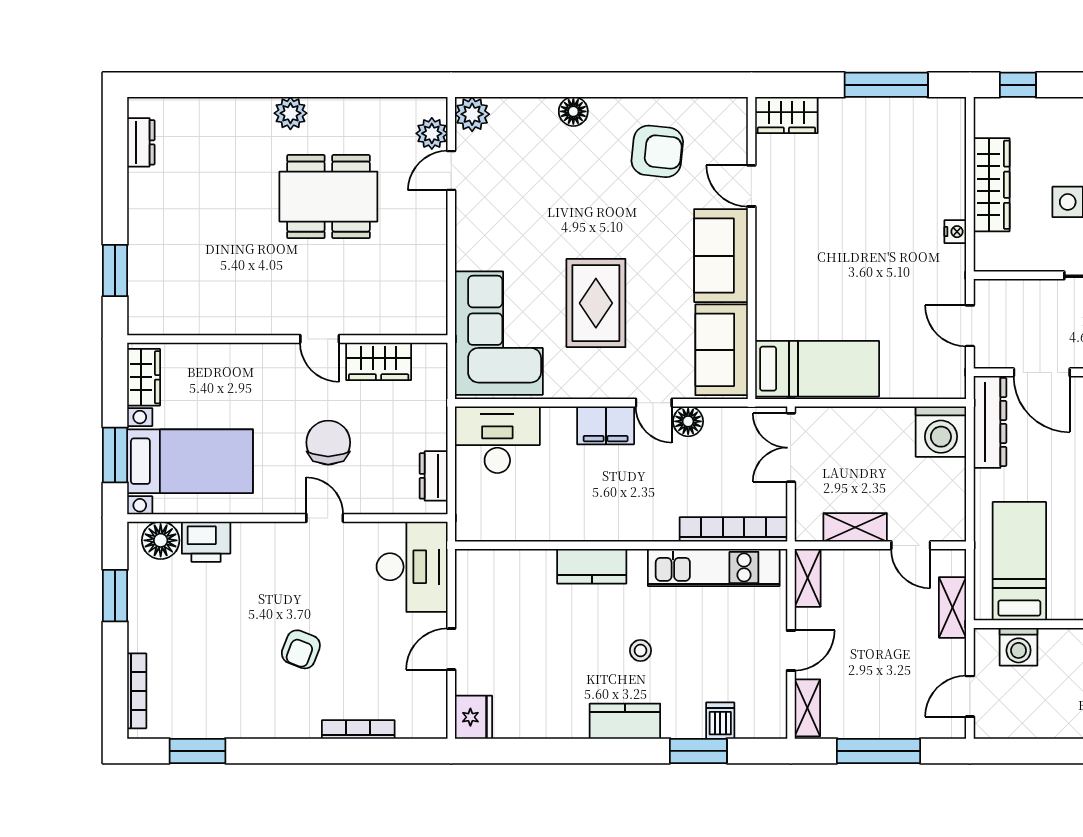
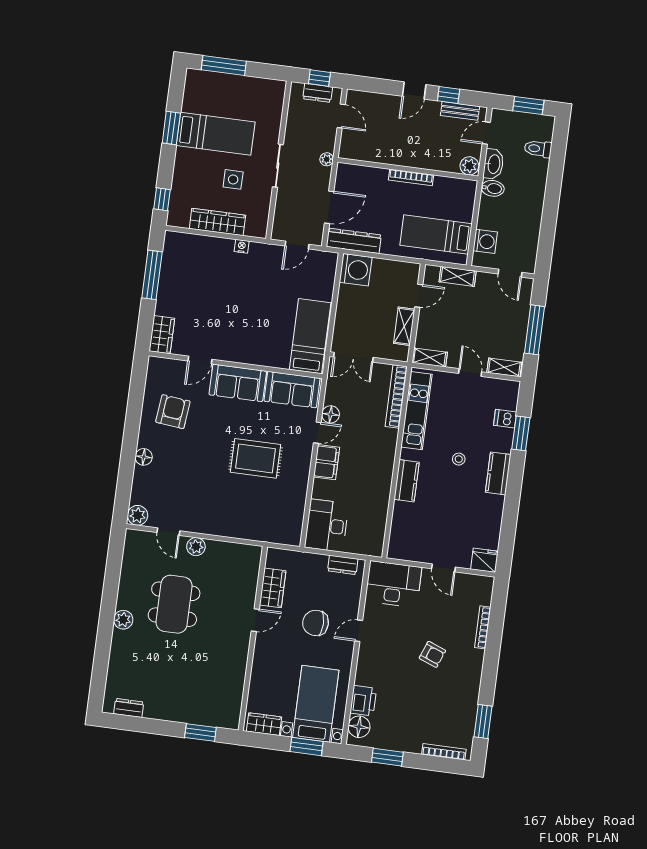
plant: (432, 133) -> (196, 547), moved
corner sofa: (499, 333) -> (266, 517), removed

